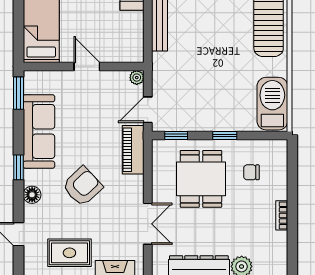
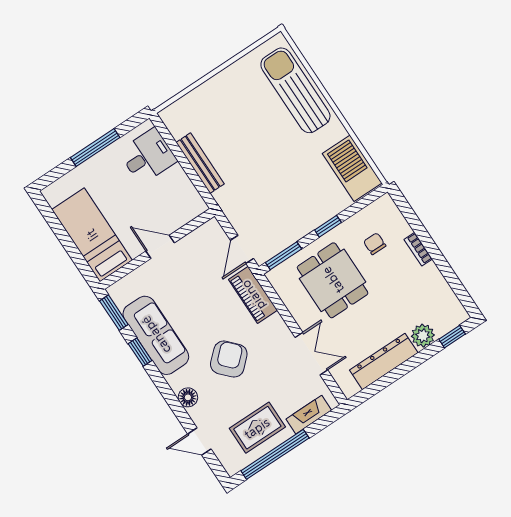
plant: (137, 78) -> (212, 227), removed
window: (176, 135) -> (283, 256), width x1.50
window: (19, 167) -> (140, 352), moved
chair: (251, 172) -> (375, 244), turned 90
bookcase: (282, 215) -> (418, 249), moved

